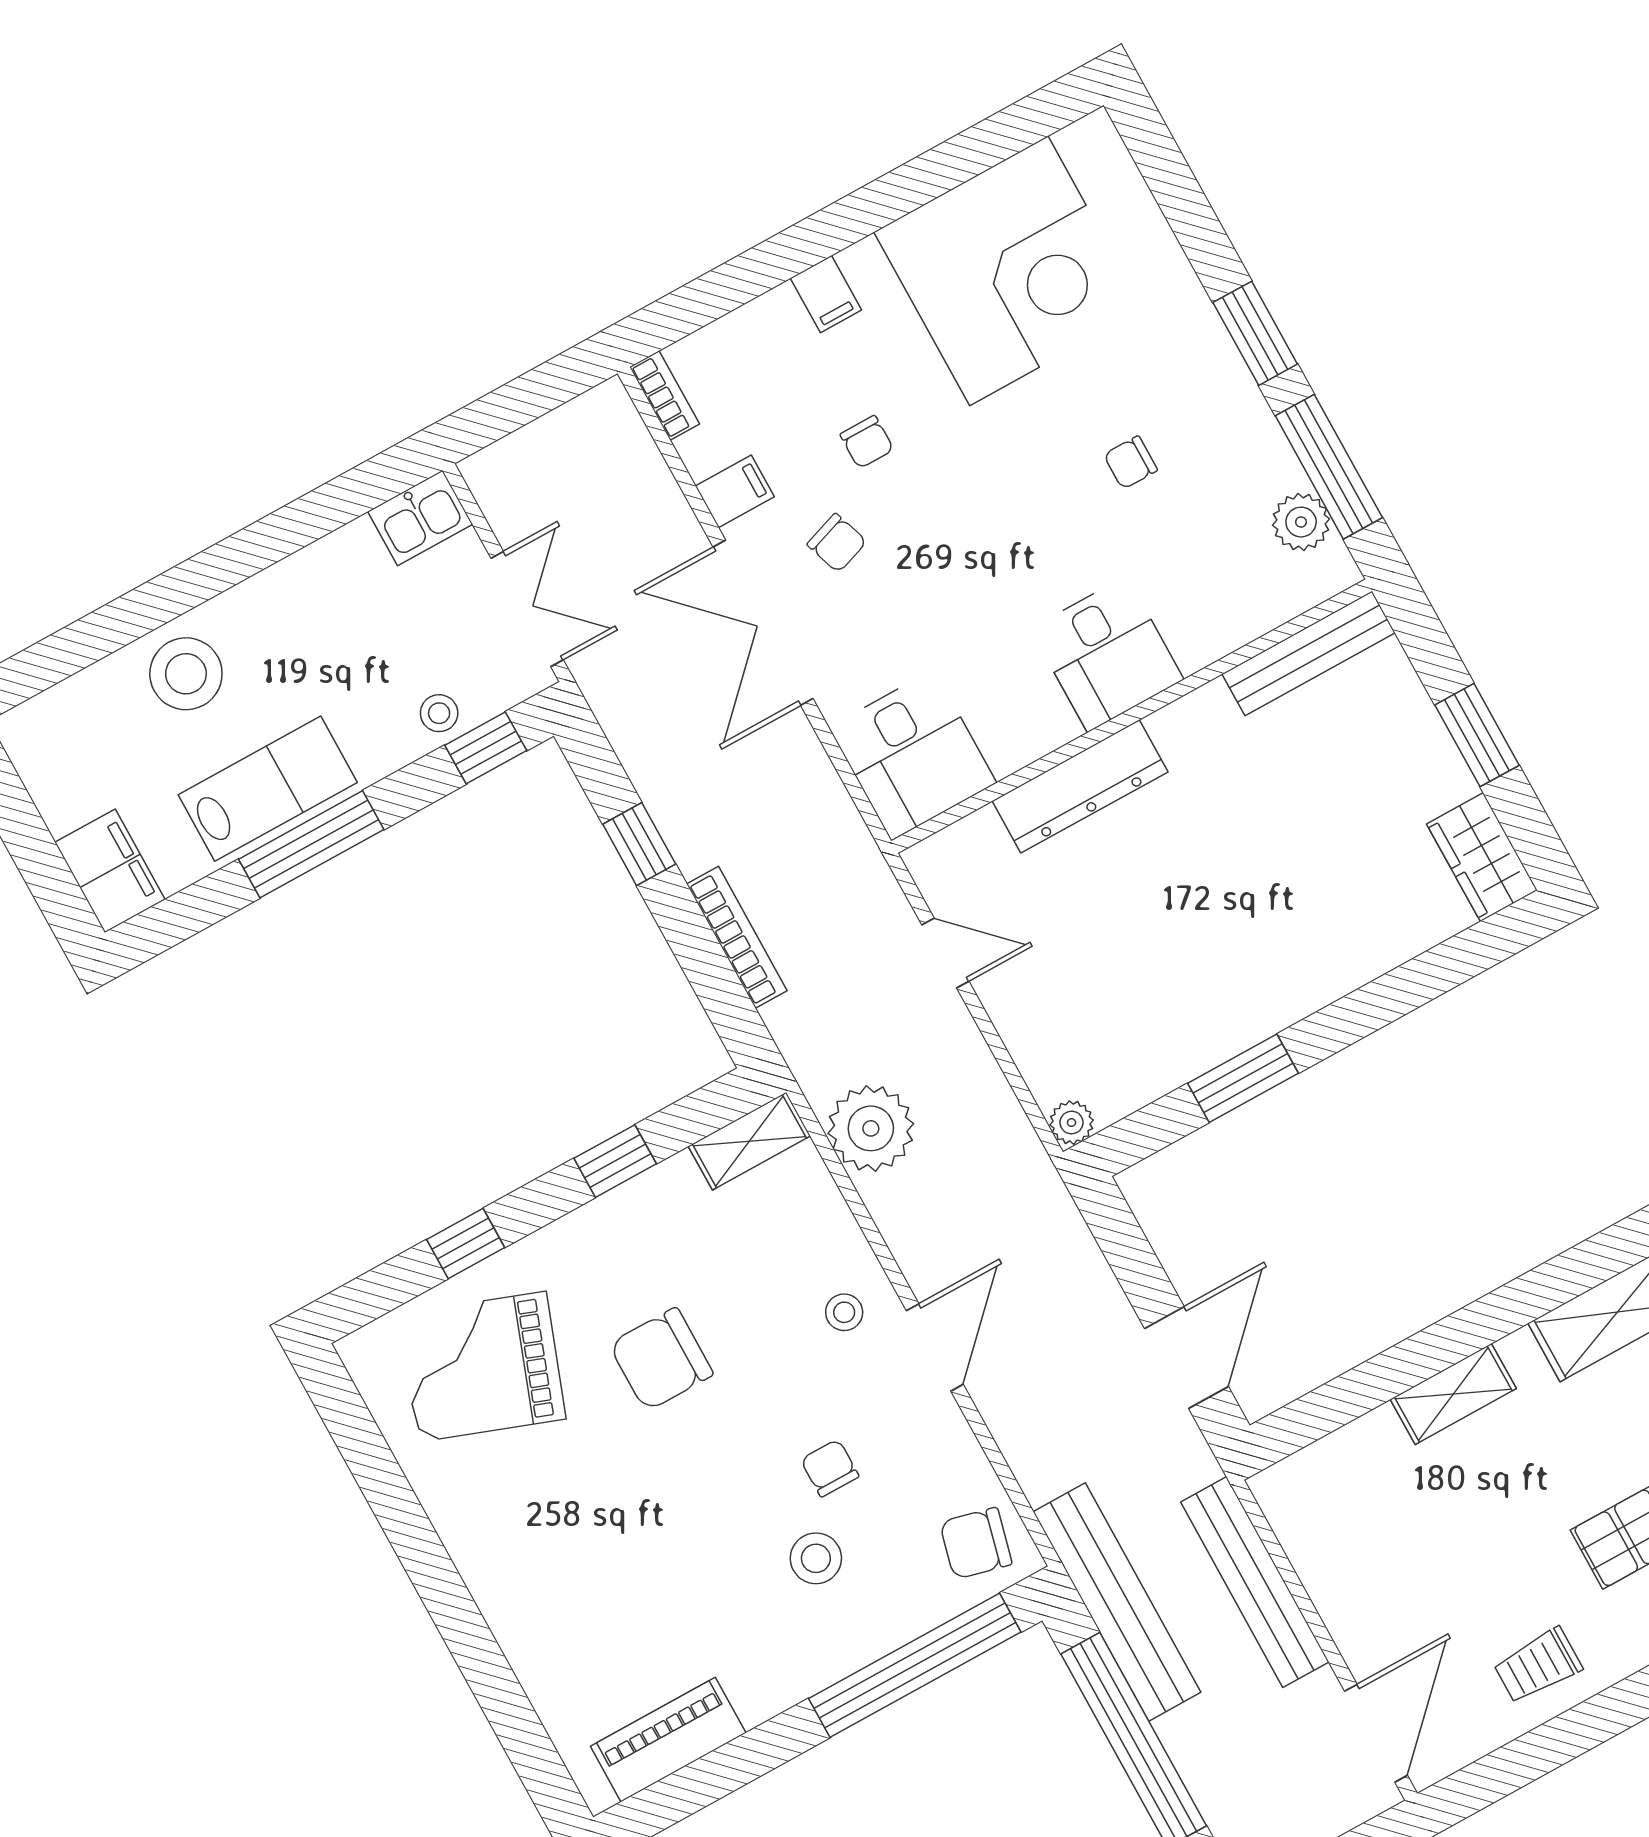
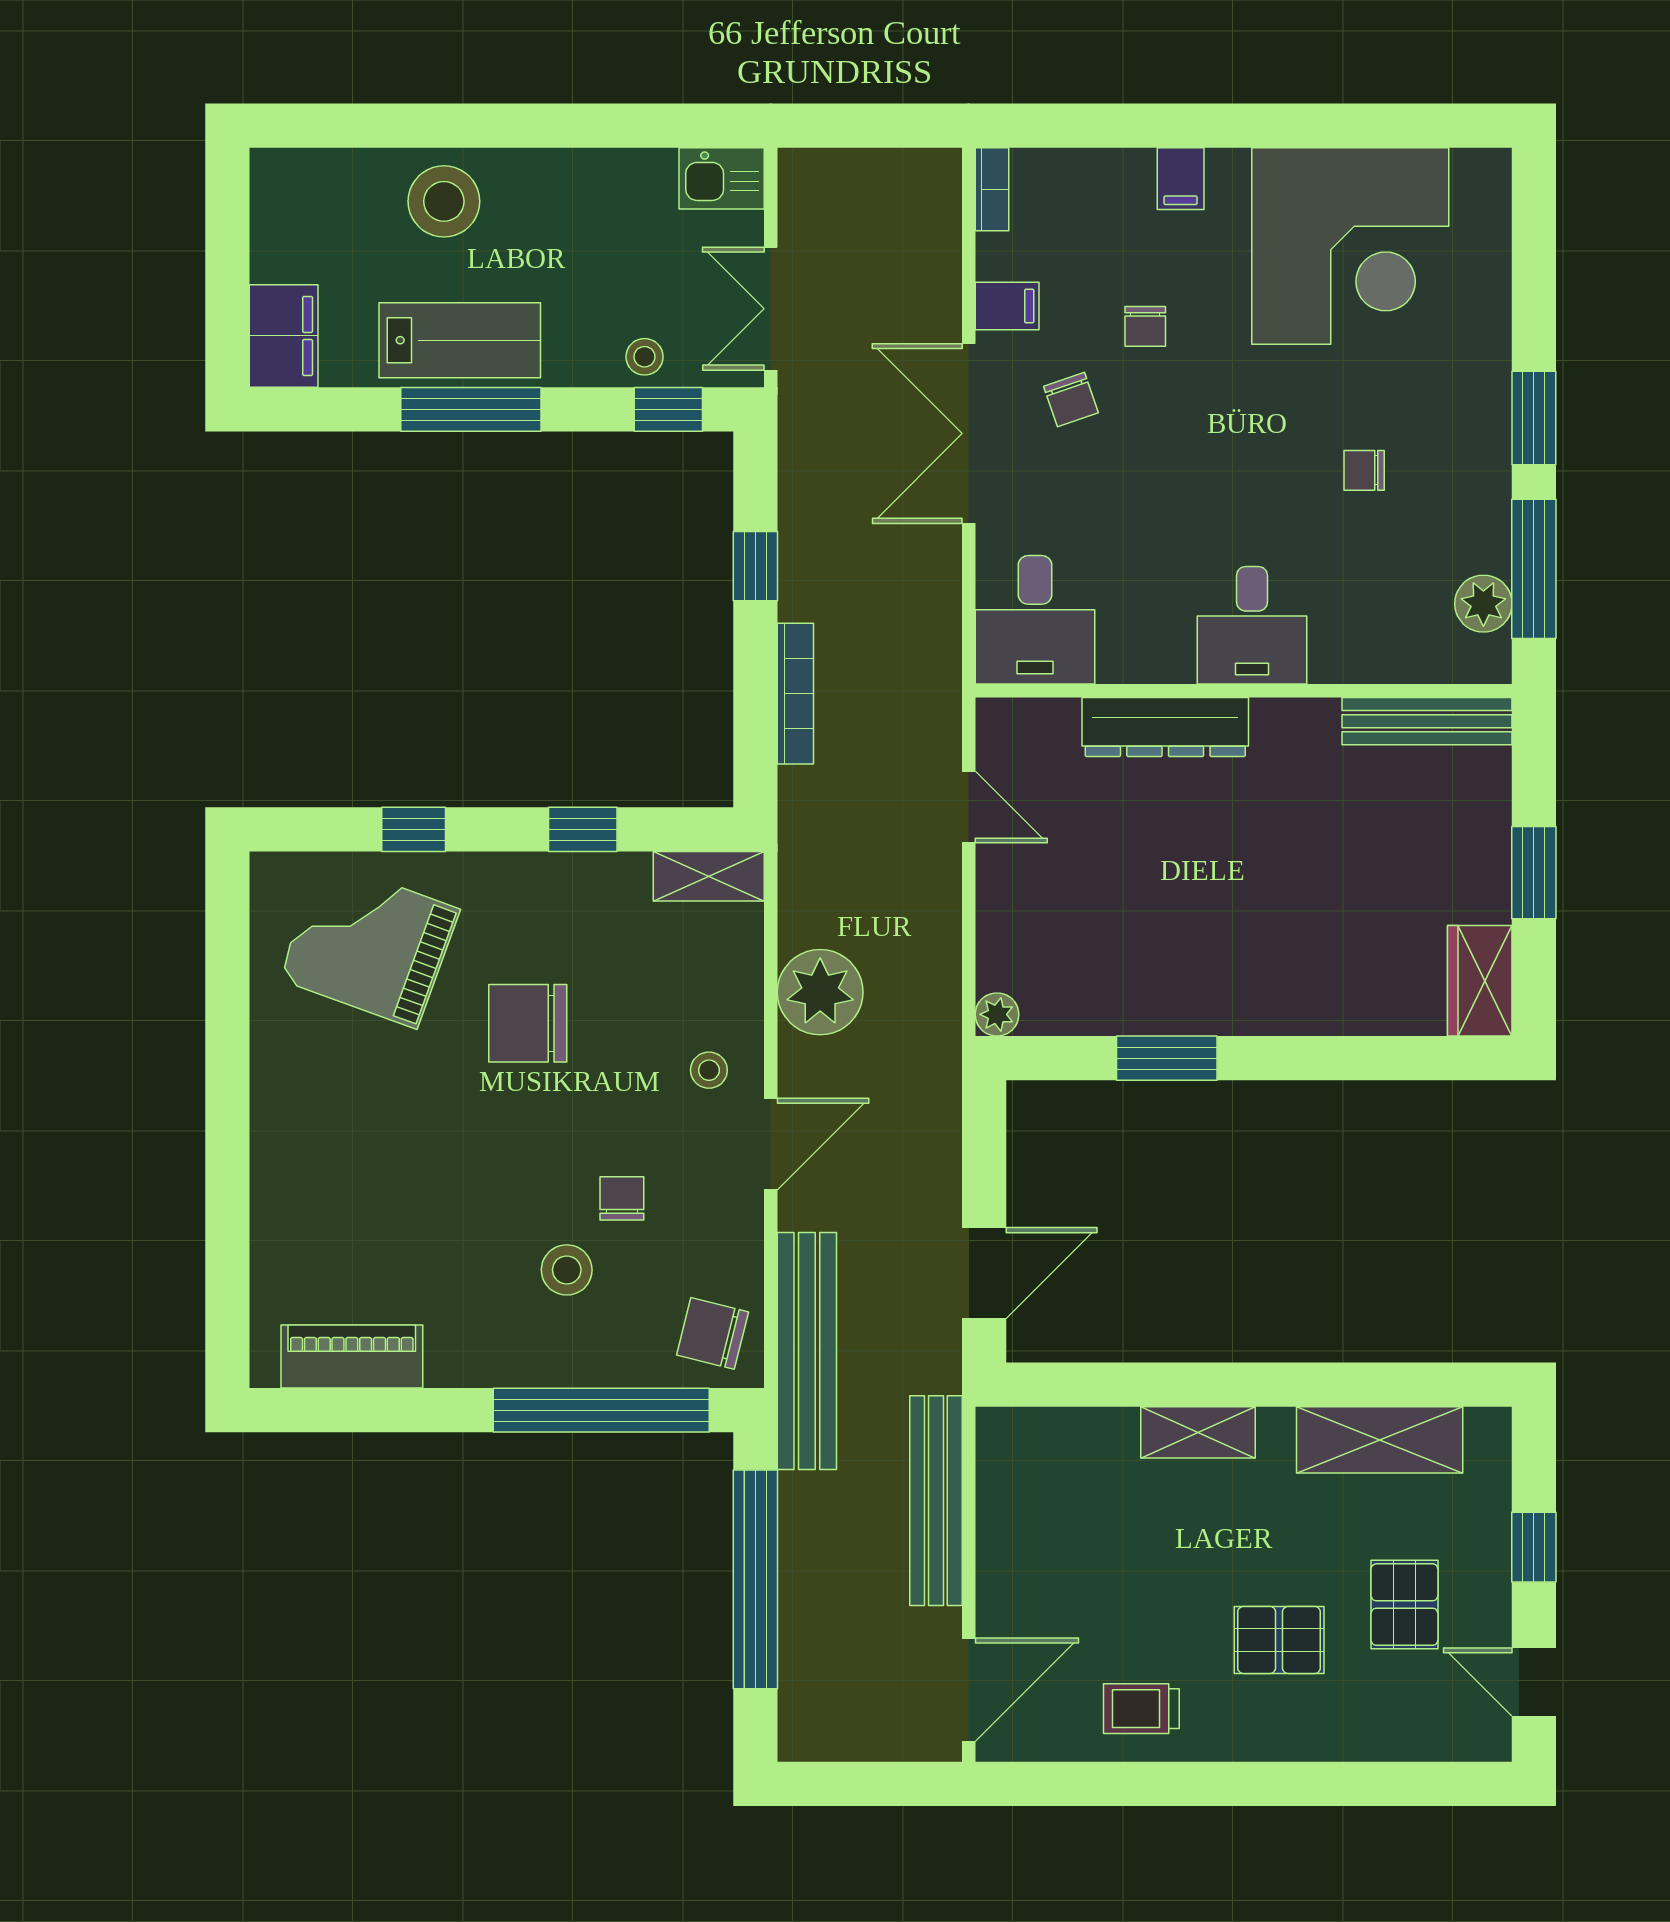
double door: (527, 609) -> (771, 309), swing flipped
plant: (871, 1128) -> (820, 992), moved
bench: (1117, 1602) -> (807, 1351), moved

